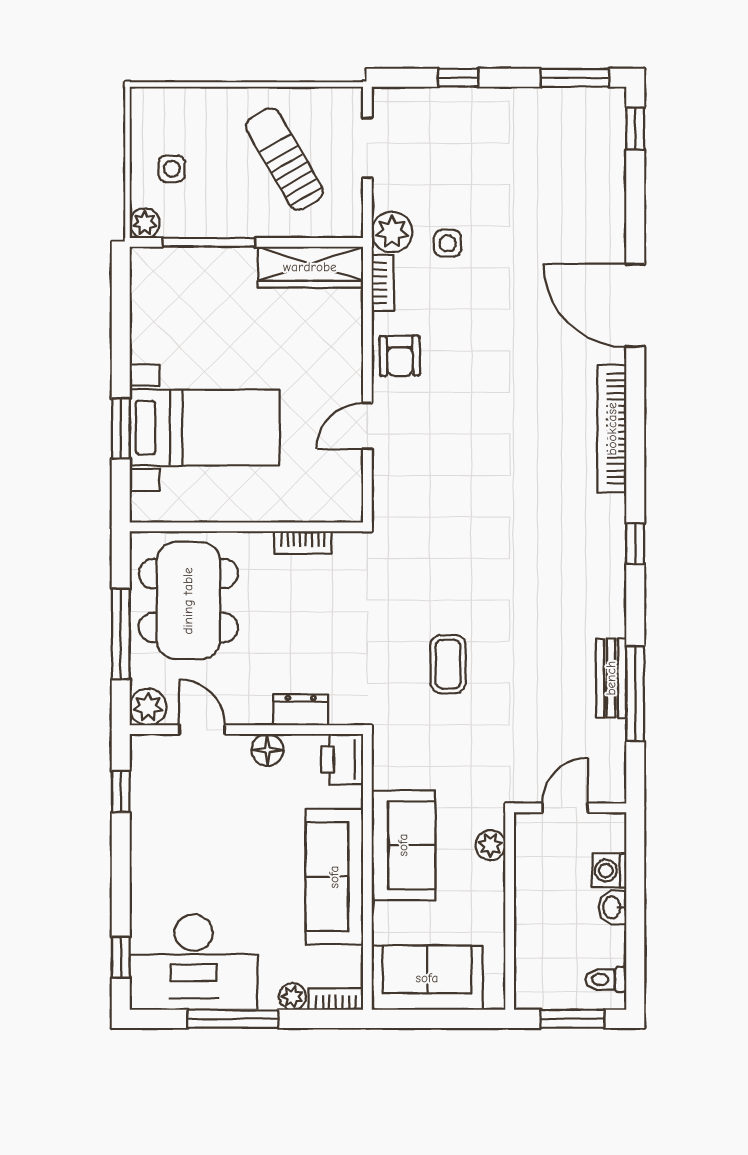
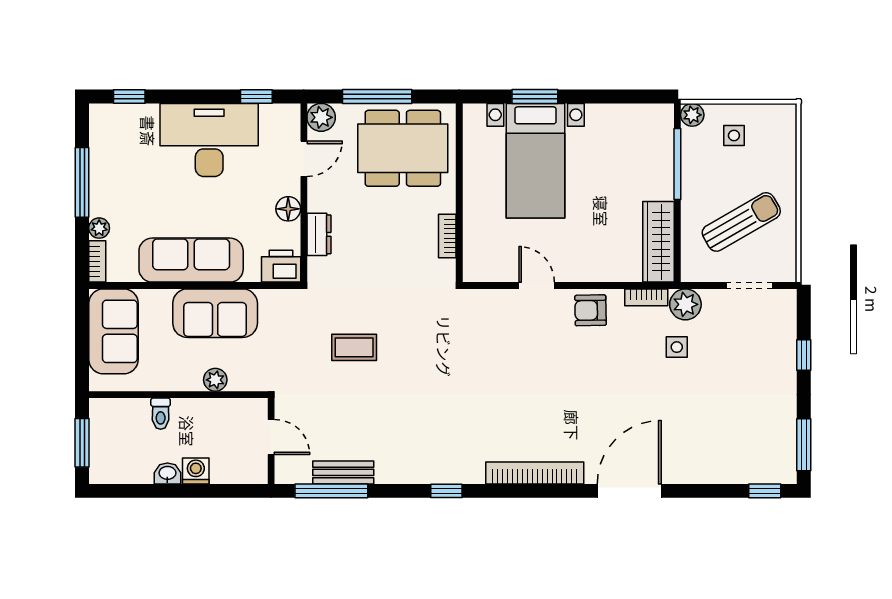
door: (565, 808) -> (271, 437), moved
wall: (570, 808) -> (271, 441), moved
desk: (194, 962) -> (209, 140), moved, turned 90
toilet: (606, 979) -> (161, 414), moved, turned 180

